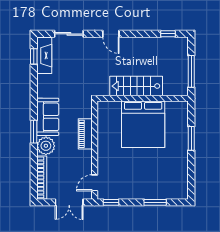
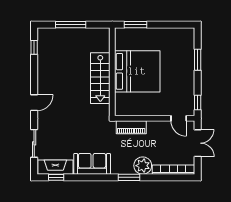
stairs: (136, 86) -> (100, 78), moved
wall: (143, 98) -> (112, 72), moved
sofa: (48, 117) -> (92, 164), moved
bed: (143, 124) -> (137, 71), moved

